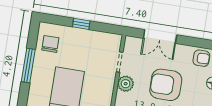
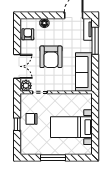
chair: (50, 44) -> (31, 119), moved
plant: (126, 84) -> (26, 86), moved

